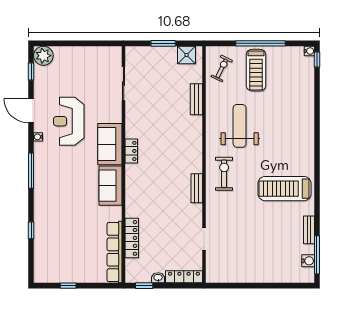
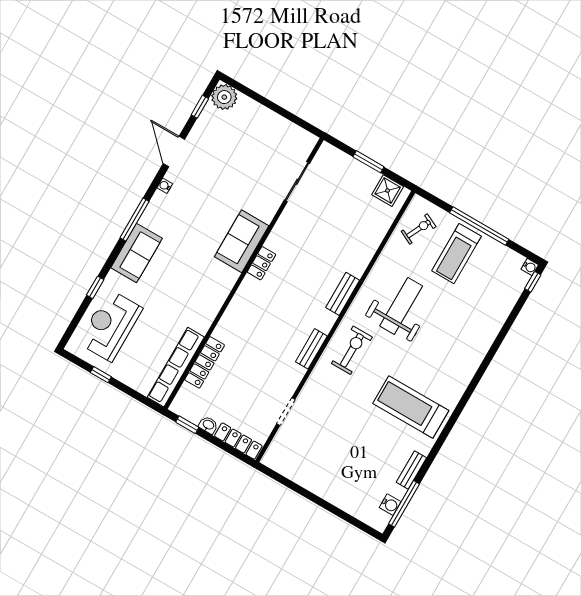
bench: (196, 99) -> (343, 294), moved
reception desk: (69, 121) -> (110, 325), moved
sofa: (110, 186) -> (136, 253), moved, turned 180

